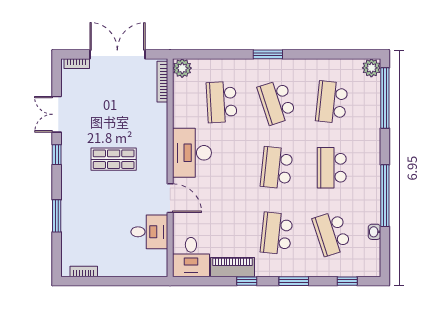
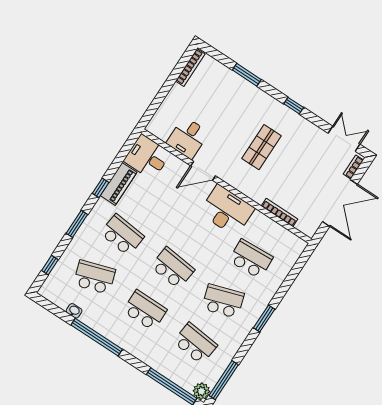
window: (348, 54) -> (224, 380), added
plant: (182, 68) -> (297, 246), removed
bookcase: (162, 82) -> (280, 212), moved
double door: (57, 114) -> (344, 139), moved
bookcase: (84, 271) -> (190, 67), width x1.56

